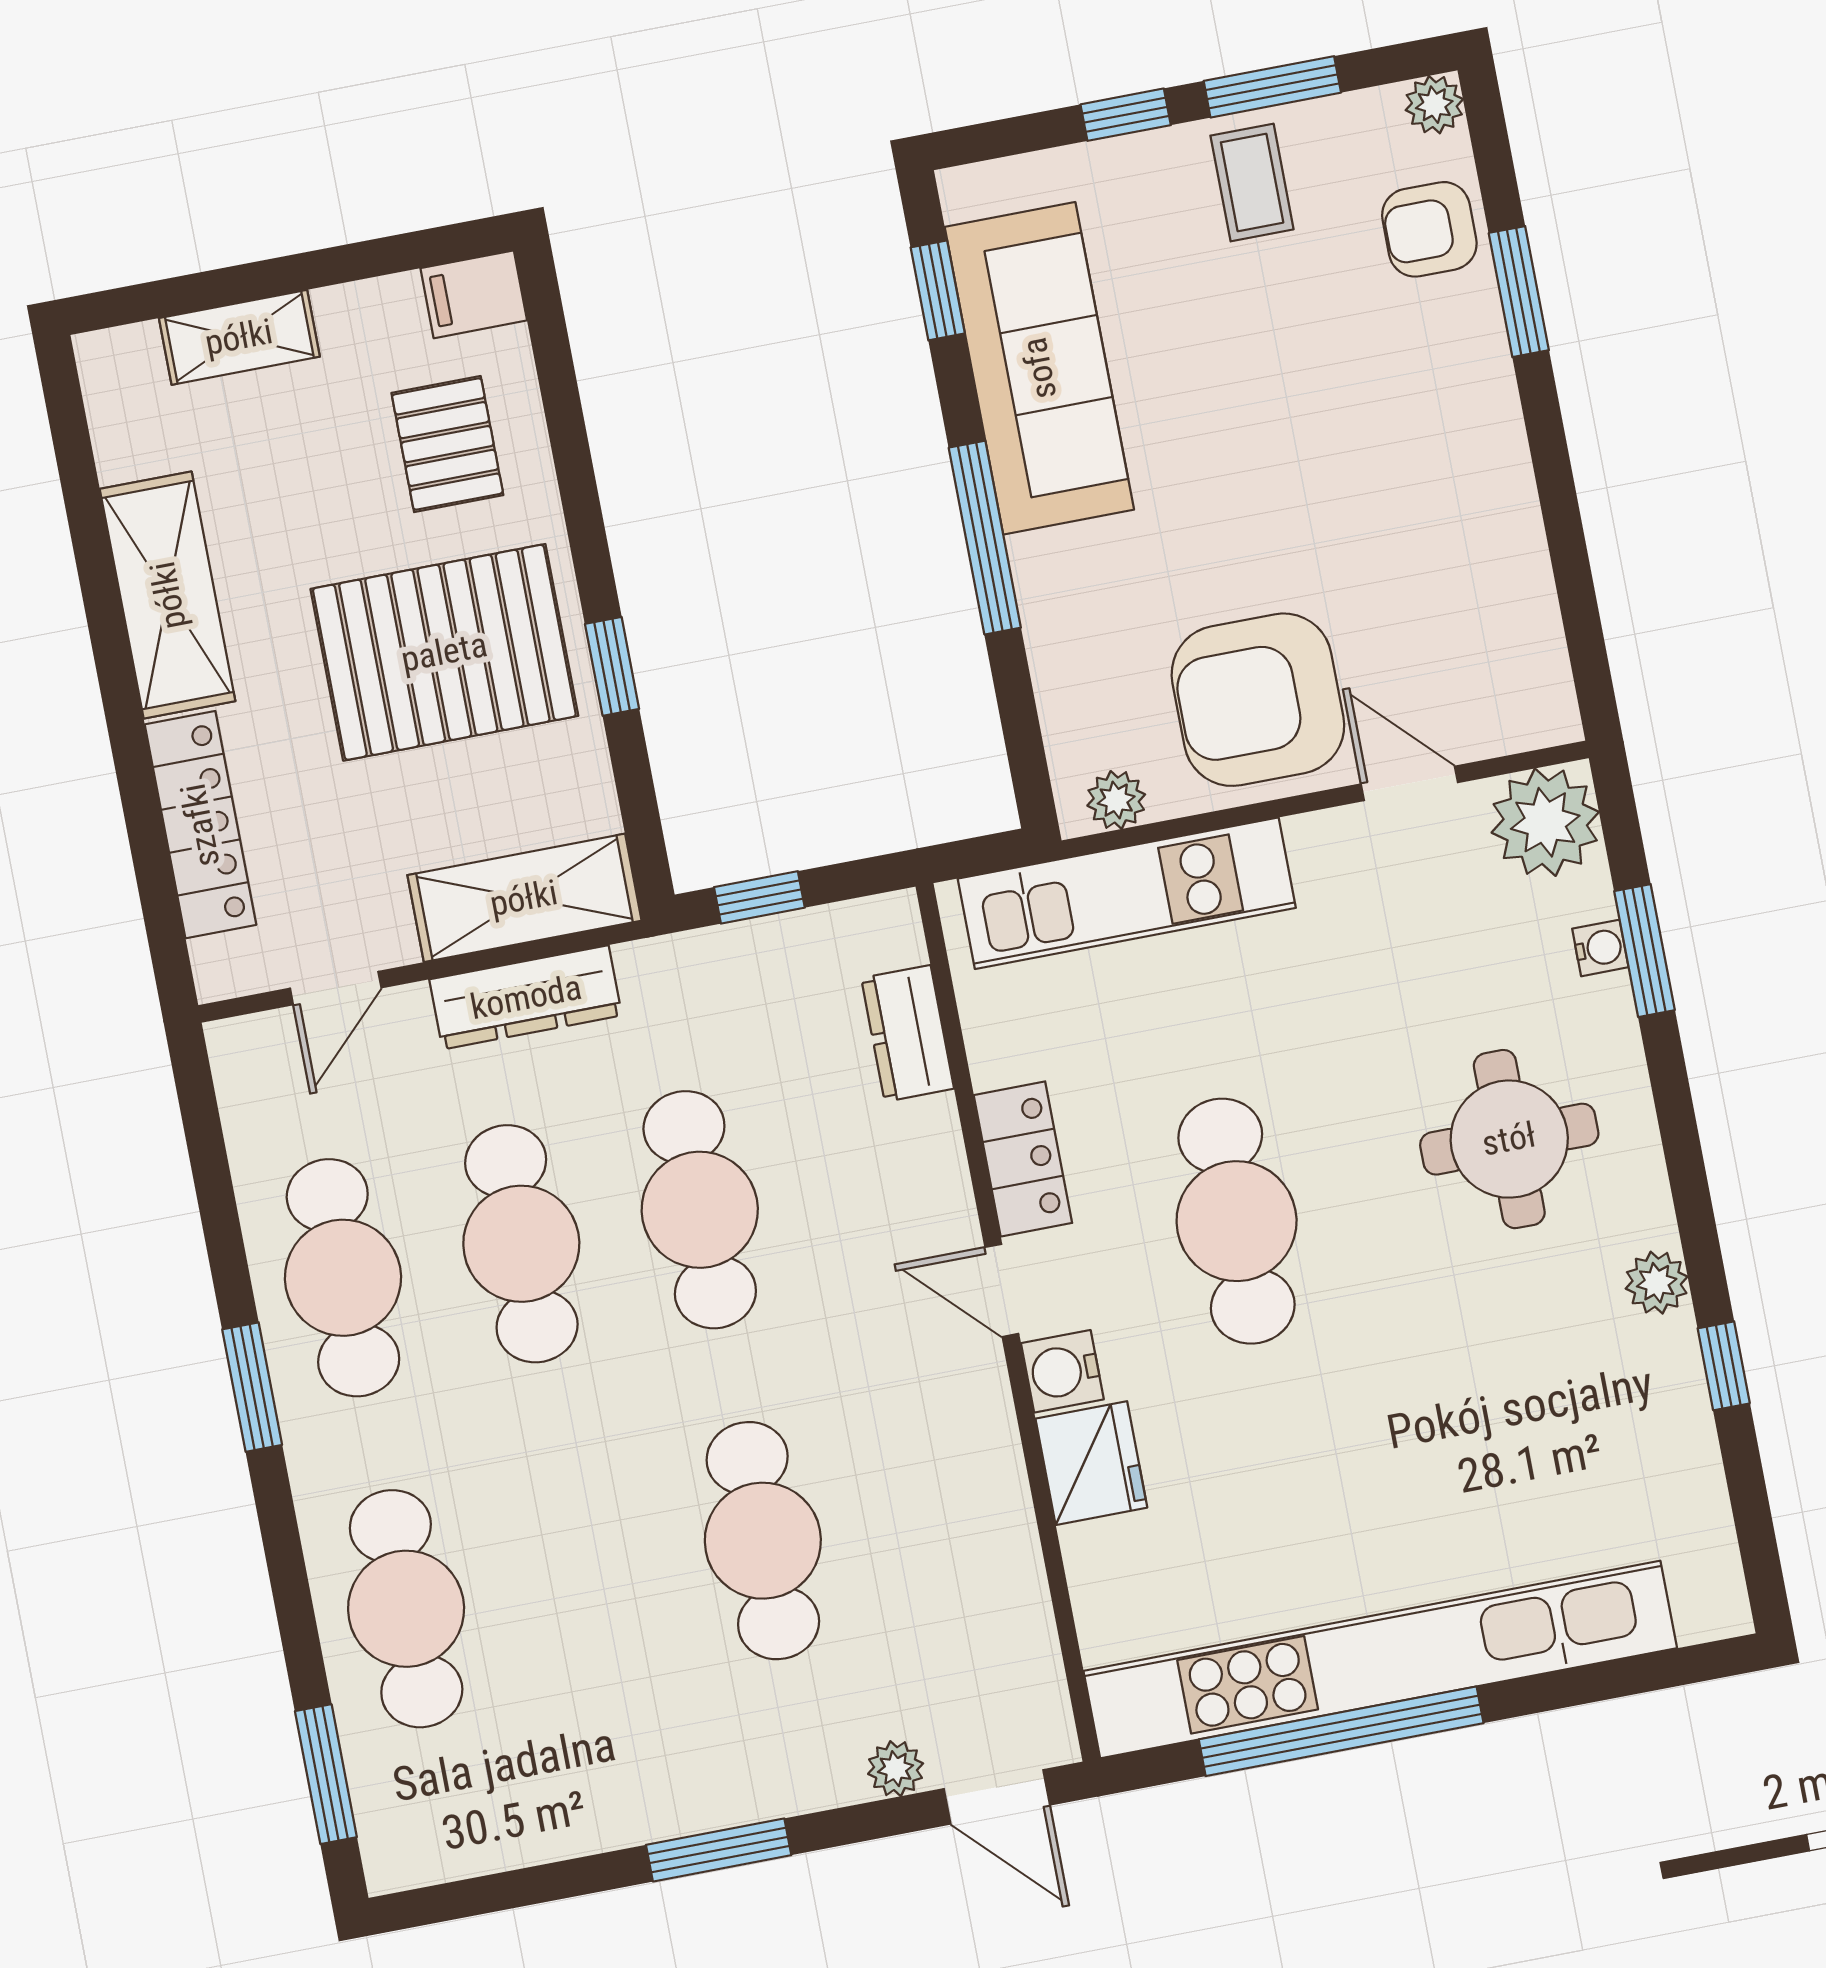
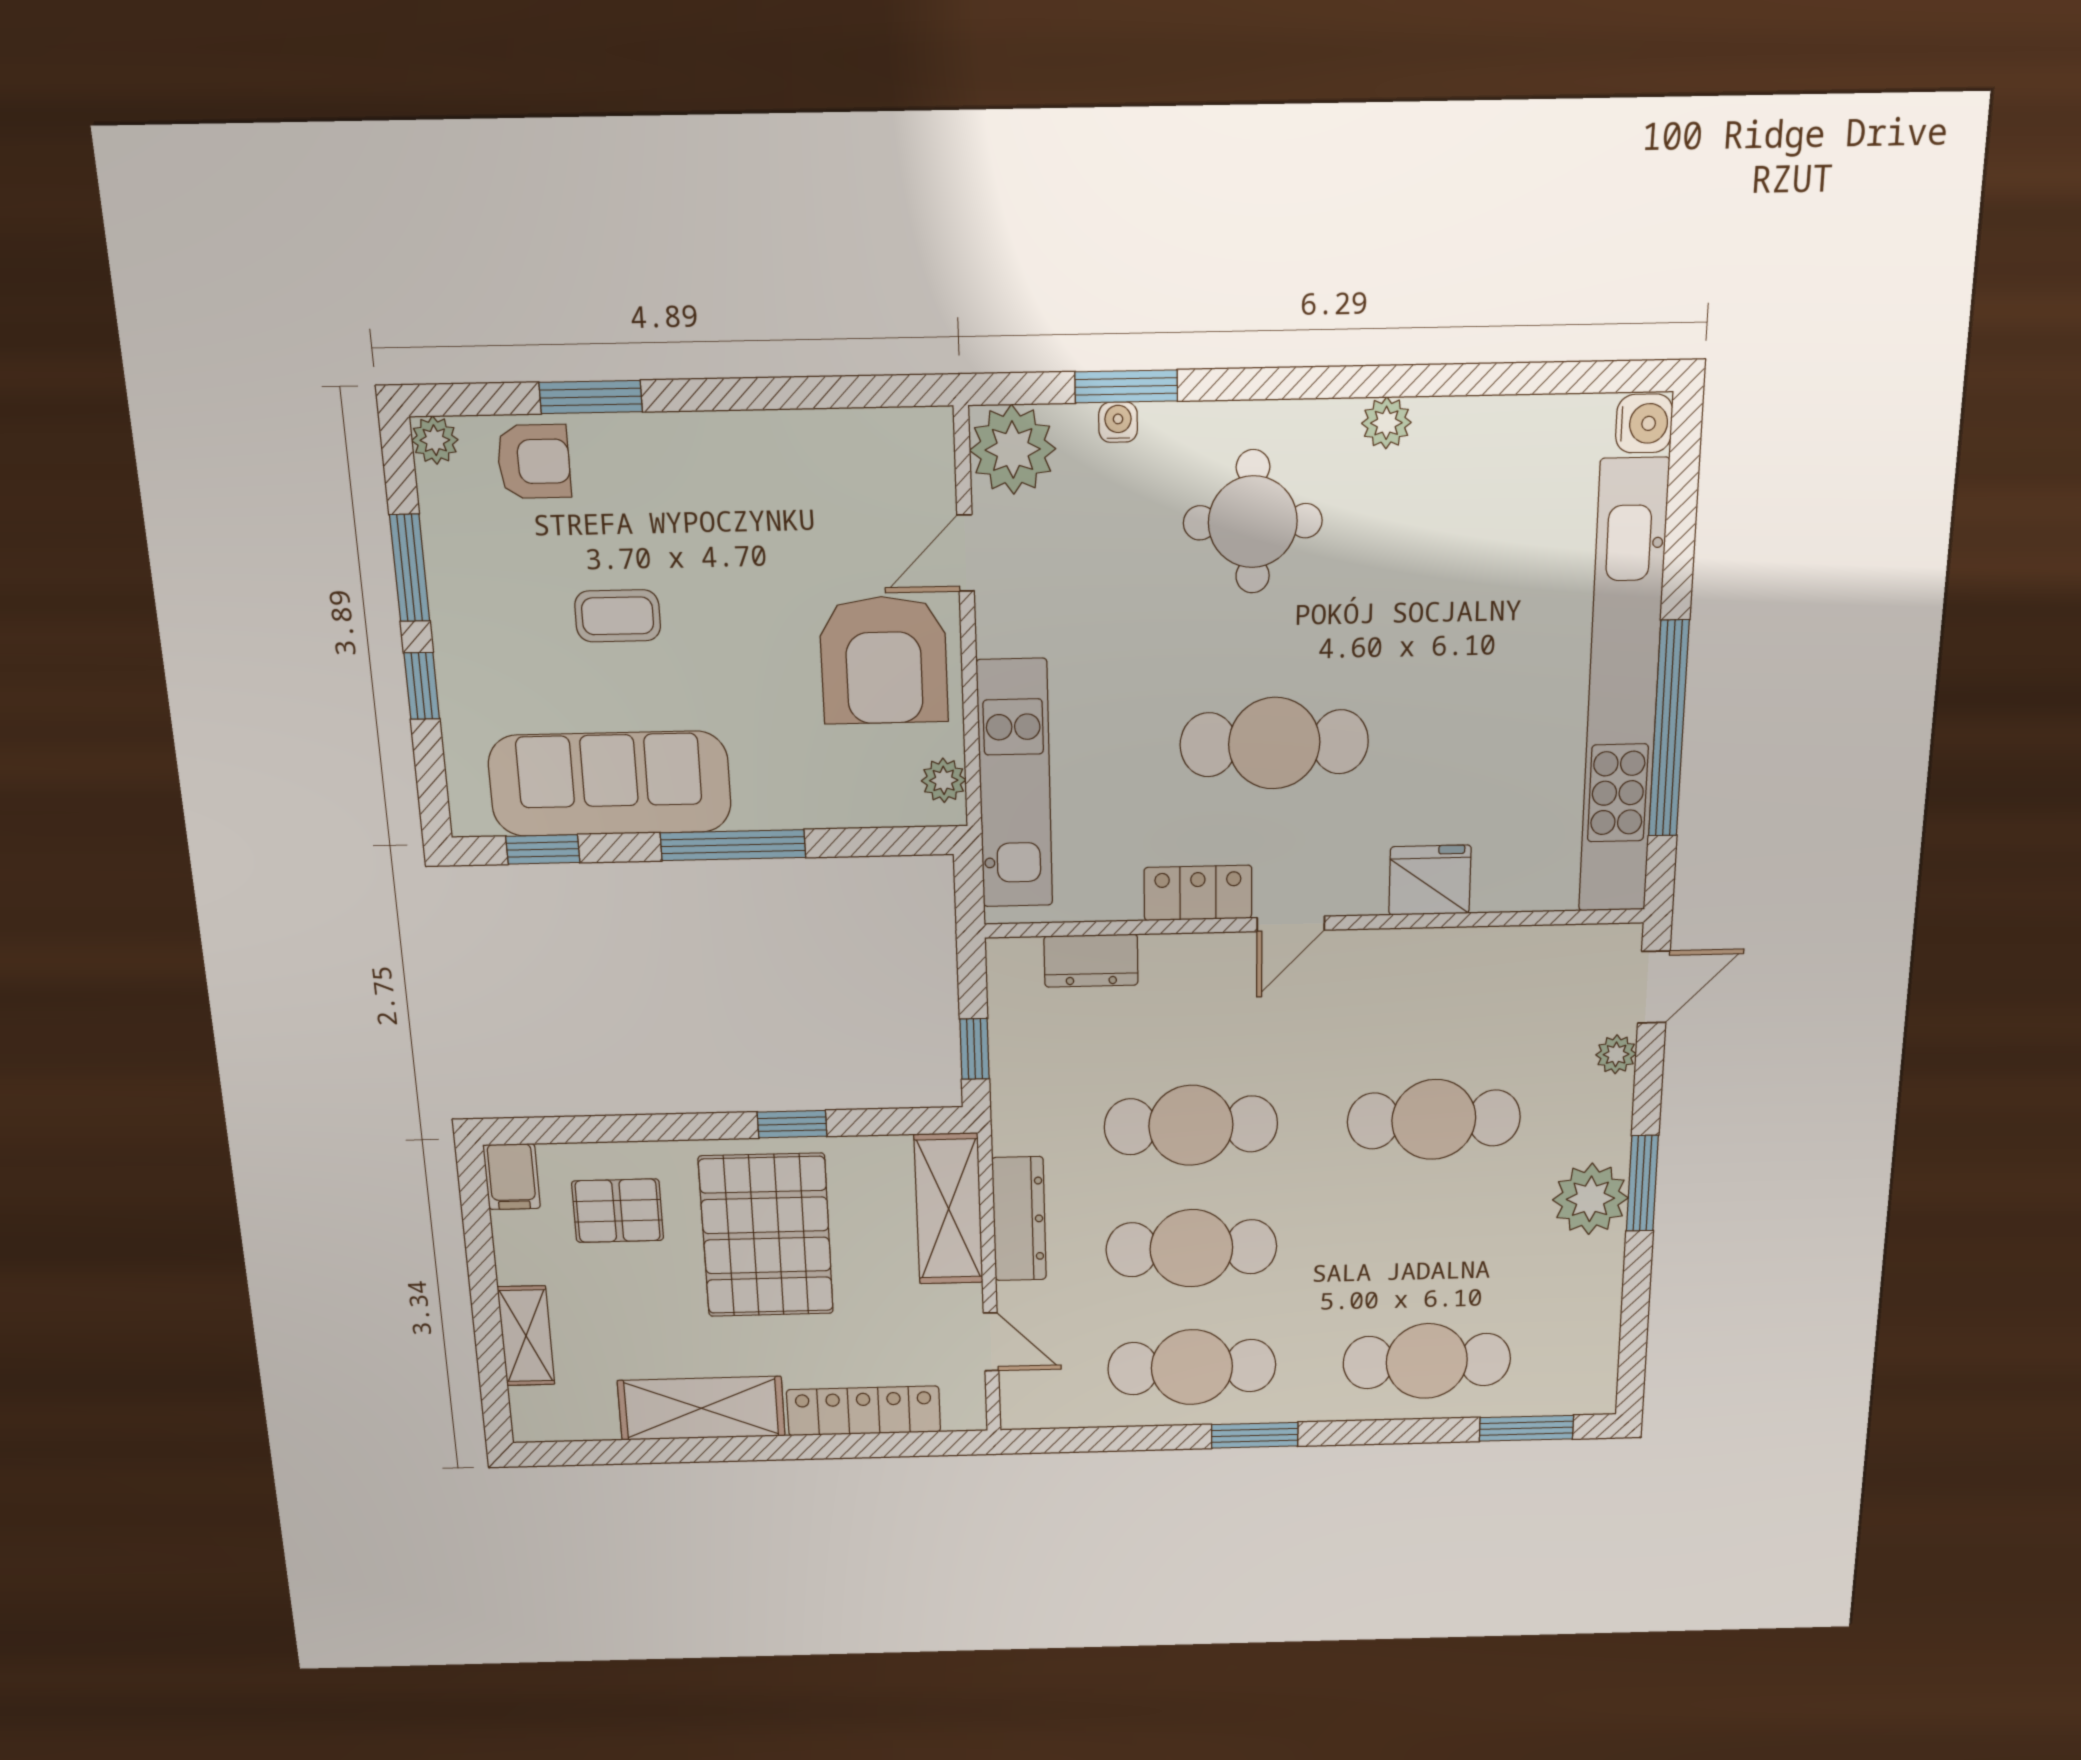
coffee table: (1252, 182) -> (618, 616), moved
armchair: (1429, 229) -> (534, 461), turned -90
window: (1724, 1366) -> (1462, 380), removed
water cooler: (1062, 1371) -> (1644, 423), moved, turned -90
plant: (684, 1783) -> (1590, 1199), added

